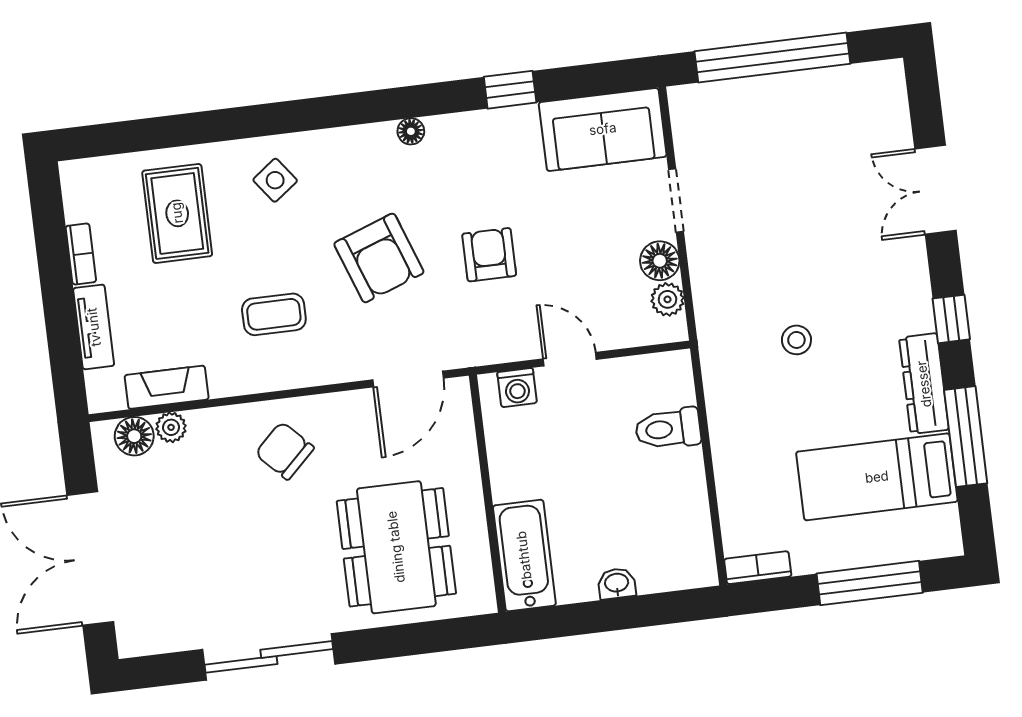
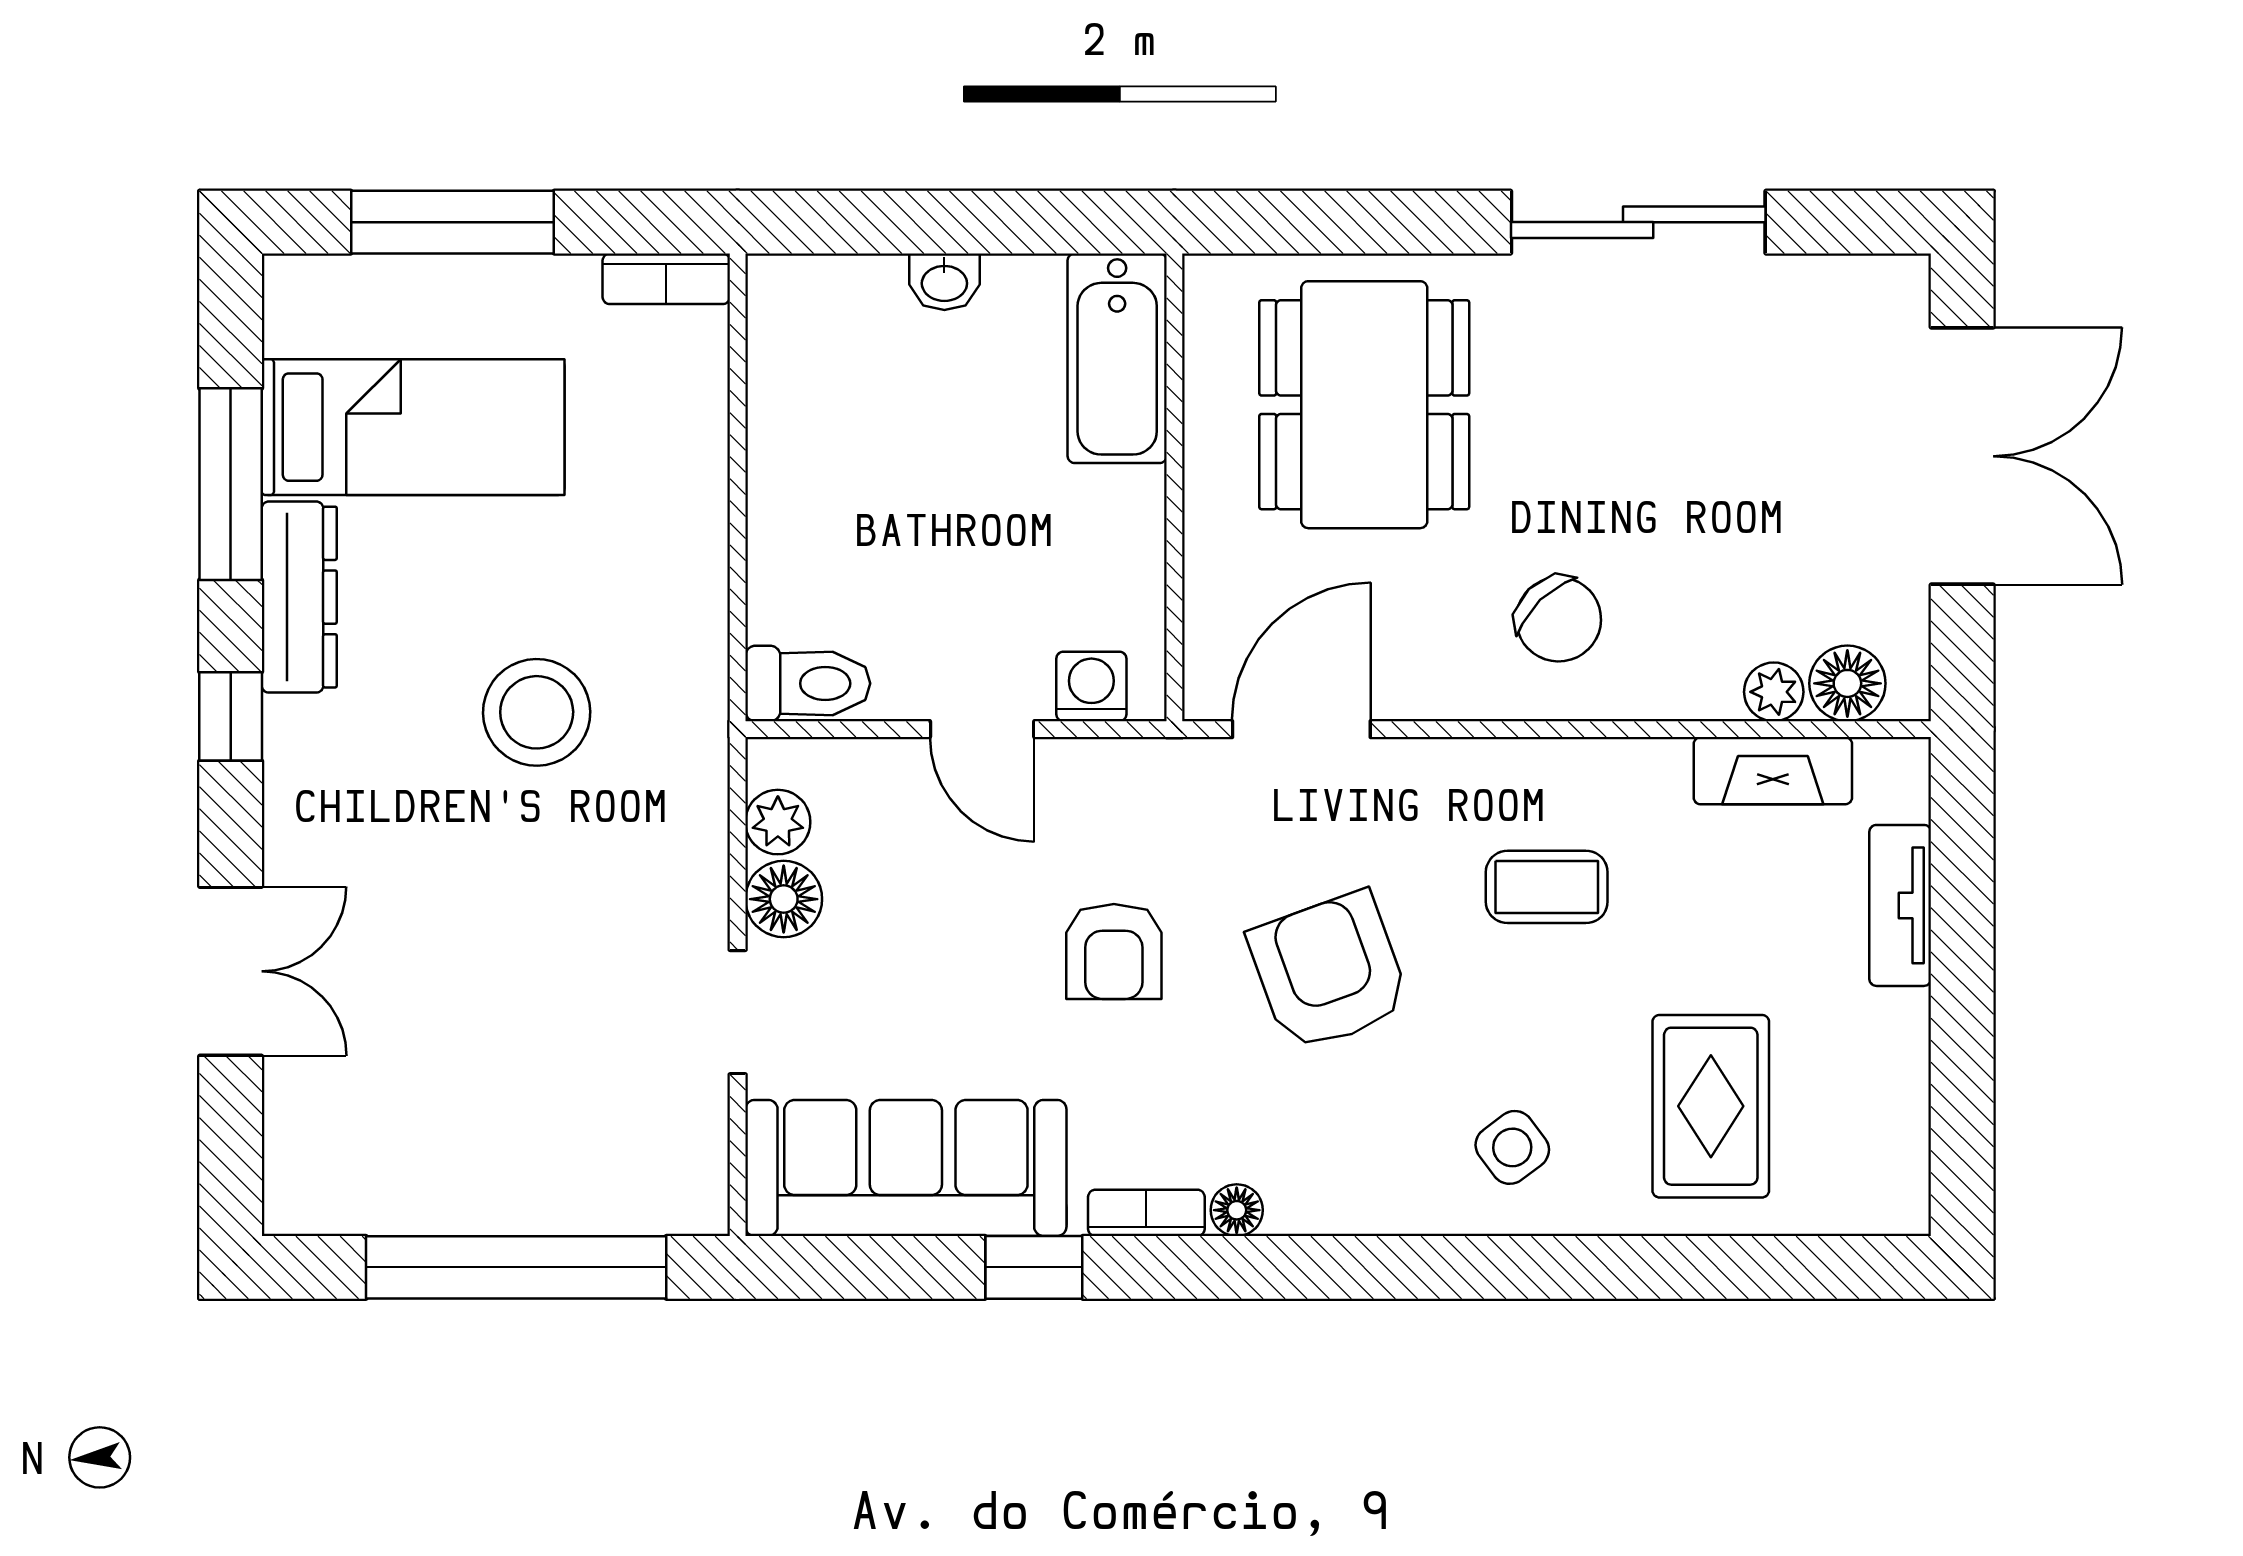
sofa: (603, 129) -> (906, 1168), width x1.36
bookcase: (81, 254) -> (1146, 1213), moved, turned 90
stool: (796, 340) -> (537, 712), width x1.89, depth x1.89
toilet: (668, 429) -> (808, 683), moved

